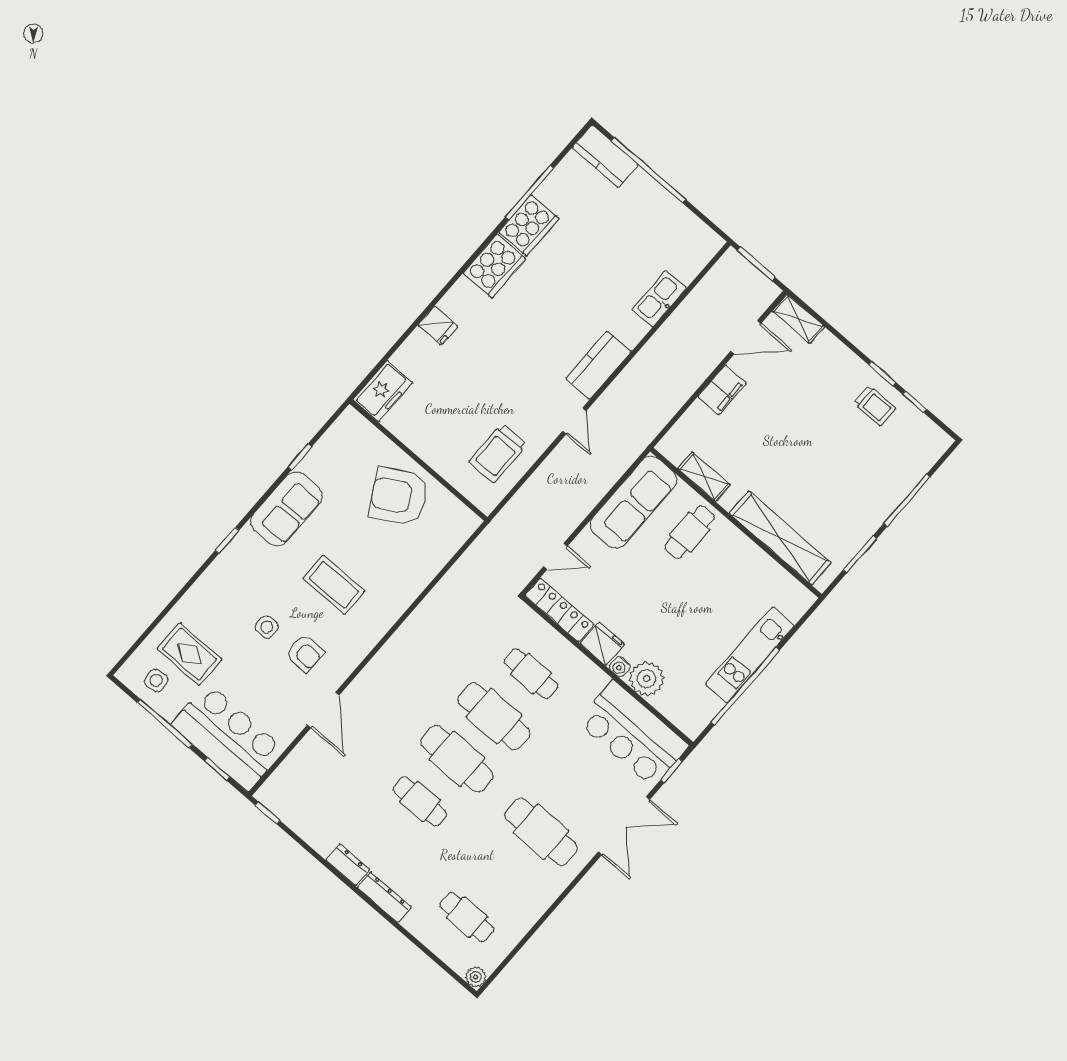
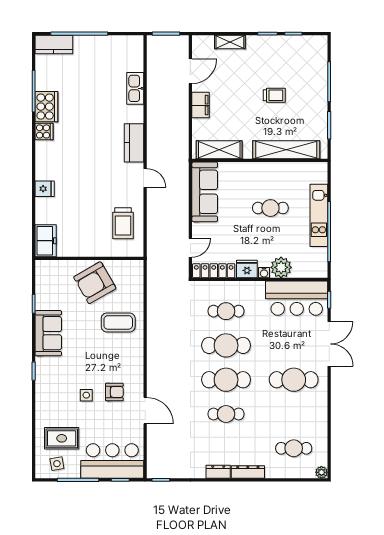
cooker: (494, 266) -> (44, 131), width x0.53, depth x0.76
shelving: (798, 319) -> (230, 42), moved
trolley: (875, 406) -> (274, 95), moved
shelving: (704, 477) -> (219, 150), width x1.50, depth x1.33
cafe table: (690, 532) -> (270, 208), moved, turned 90
coffee table: (334, 585) -> (118, 322), moved

